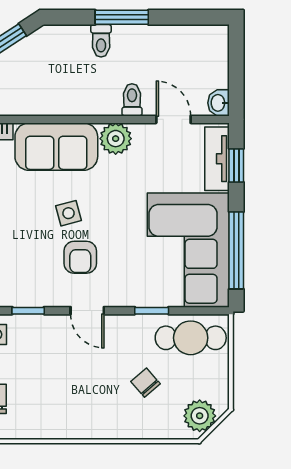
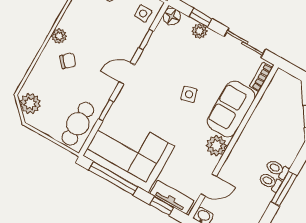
toilet: (132, 100) -> (270, 182), moved, turned 180
armchair: (80, 257) -> (160, 87), removed
chair: (145, 383) -> (68, 61), moved
plant: (89, 428) -> (59, 36), added

